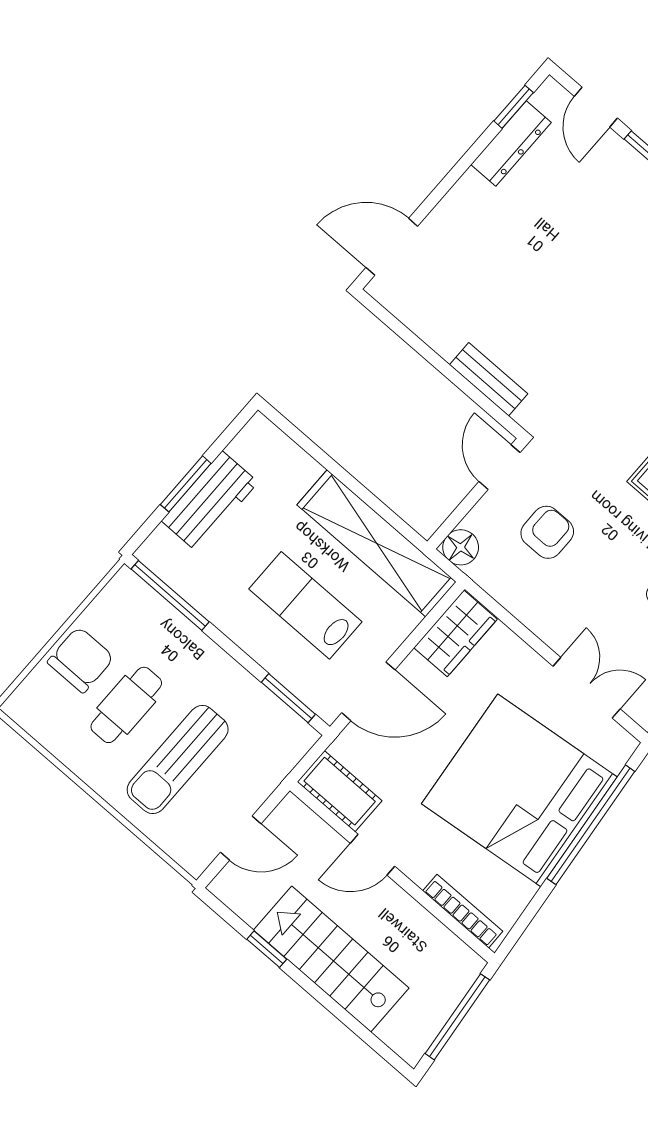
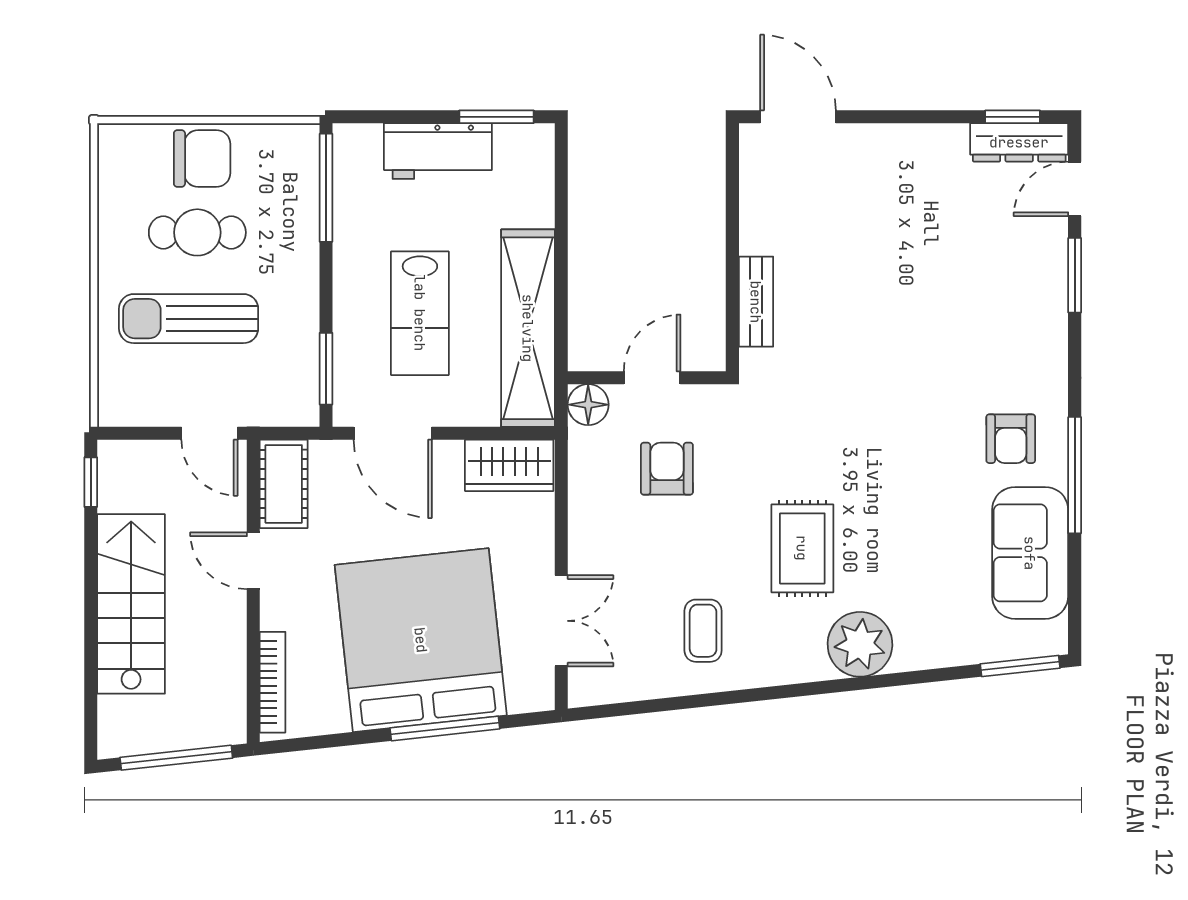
dresser: (511, 143) -> (1019, 142), moved
door: (500, 467) -> (652, 378), moved
window: (186, 484) -> (496, 117), moved
armchair: (547, 532) -> (667, 469), turned -90
lab bench: (305, 605) -> (420, 313), turned 180
window: (591, 825) -> (445, 728), width x0.68
door: (241, 838) -> (210, 433), moved
window: (267, 949) -> (91, 482), moved

